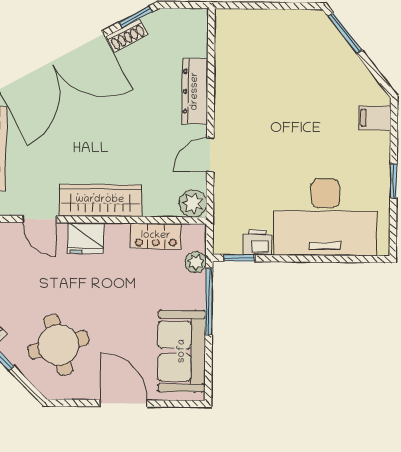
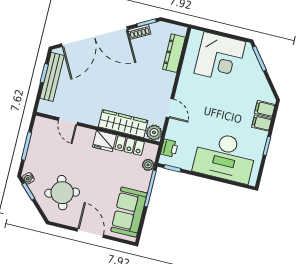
corner desk: (276, 47) -> (220, 58), added
dresser: (195, 91) -> (174, 53), moved
filing cabinet: (375, 144) -> (262, 123), added
door: (210, 155) -> (170, 108), swing flipped
wardrobe: (100, 200) -> (123, 124), moved
fridge: (86, 238) -> (104, 141), moved
printer: (258, 242) -> (169, 148), moved, turned 90

